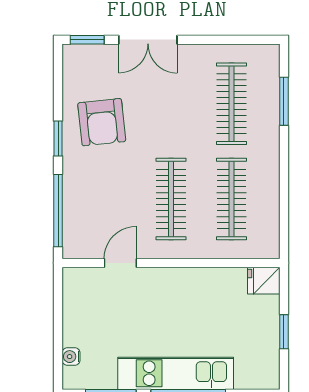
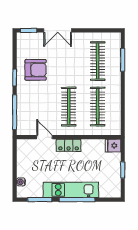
armchair: (102, 122) -> (36, 70), turned -84
door: (120, 263) -> (44, 137), hinge flipped
locker: (171, 280) -> (69, 145), added

